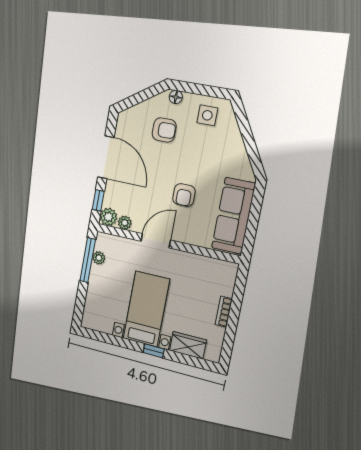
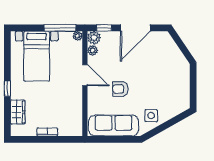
floor lamp: (176, 97) -> (185, 70), removed
side table: (207, 115) -> (151, 116), moved
armchair: (164, 130) -> (162, 66), removed
plant: (99, 258) -> (78, 36), moved
bed with nightstands: (146, 309) -> (37, 56), moved, turned 90

